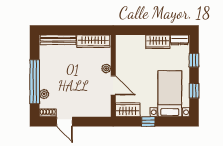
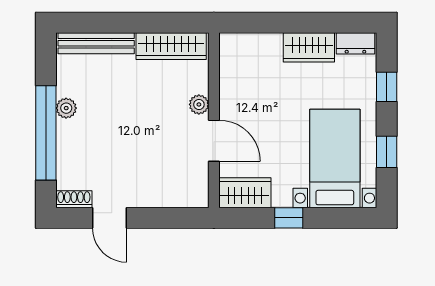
plant: (44, 94) -> (66, 108), moved

